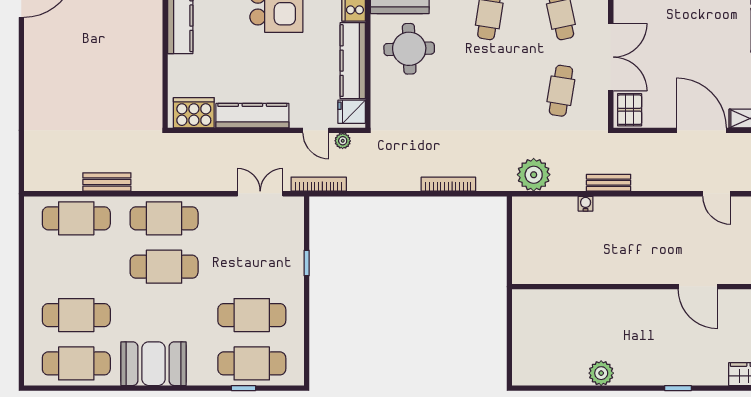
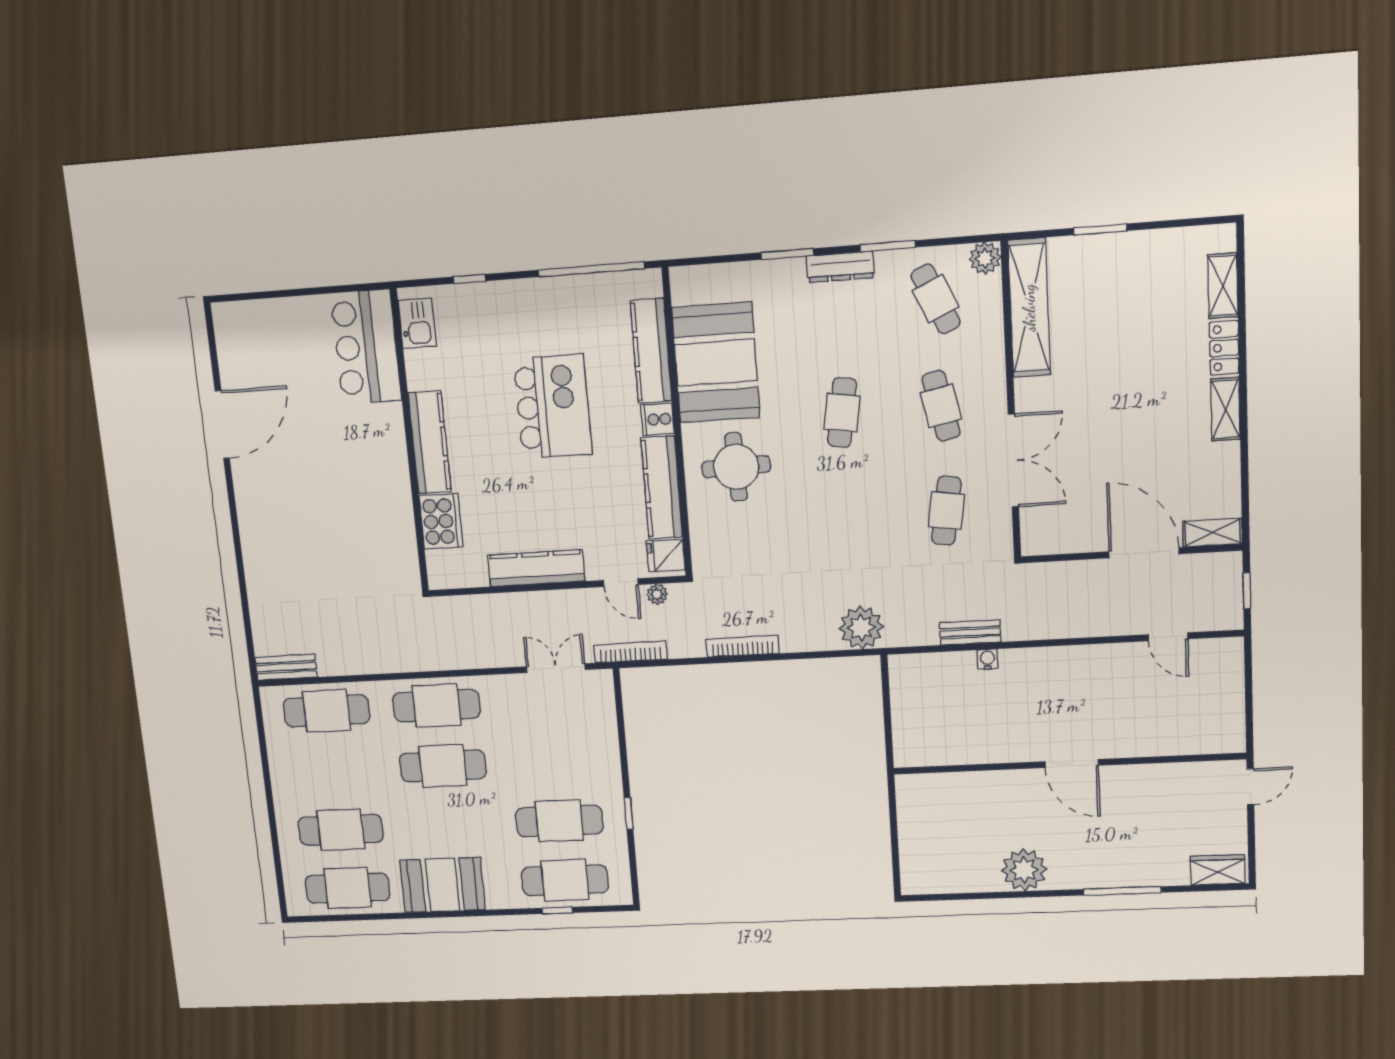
pallet: (630, 110) -> (1043, 531), removed
cooker: (194, 113) -> (441, 521), moved, turned 90
plant: (534, 175) -> (861, 628), moved
bench: (107, 182) -> (286, 667), moved
bench: (609, 183) -> (970, 632), moved
bookcase: (448, 184) -> (742, 646), moved
window: (307, 263) -> (629, 813), moved
door: (698, 287) -> (1072, 764), moved
plant: (601, 373) -> (1024, 870), width x1.36, depth x1.36
window: (678, 388) -> (1122, 891), width x2.17

